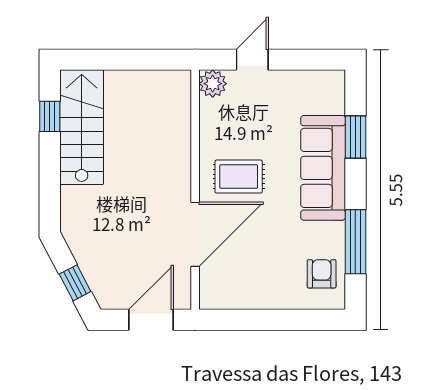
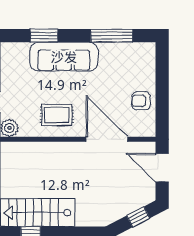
rug: (239, 177) -> (57, 115), moved, turned 90
armchair: (322, 274) -> (141, 101), moved

